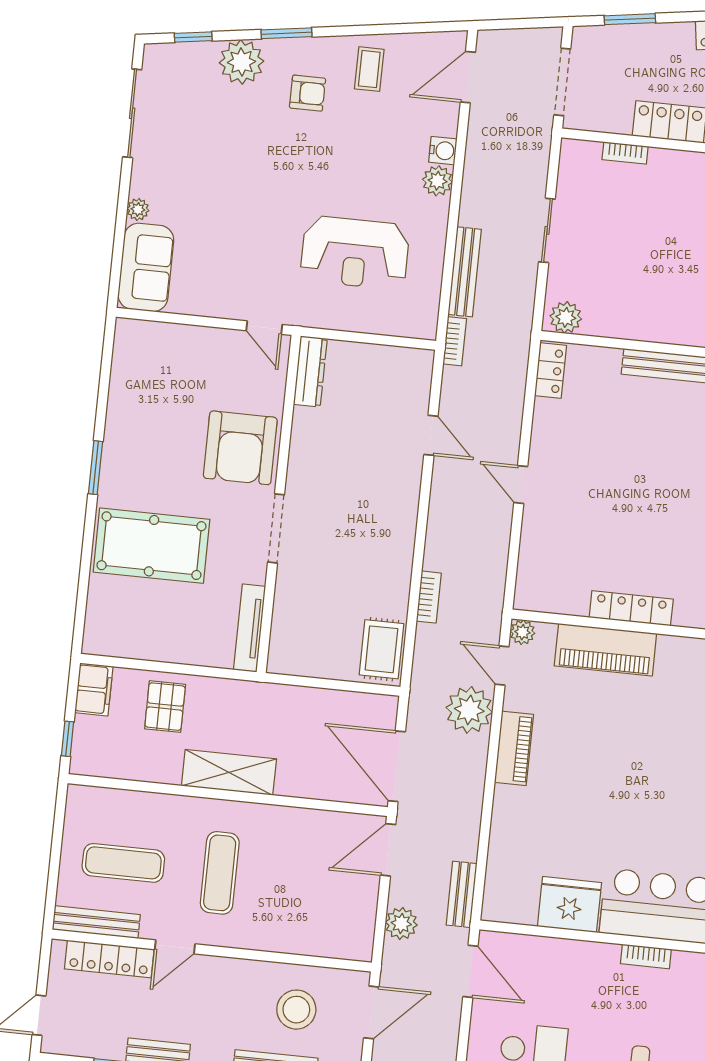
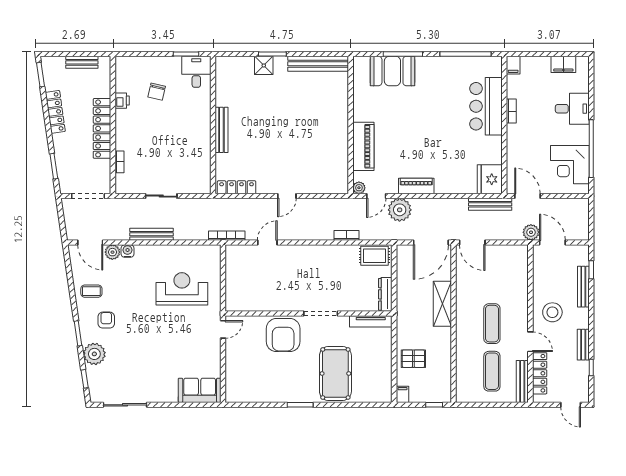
plant: (437, 181) -> (112, 252), moved
plant: (138, 209) -> (172, 397), removed
reception desk: (355, 253) -> (182, 289), turned -90
bench: (465, 272) -> (151, 234), moved
plant: (566, 317) -> (203, 183), removed
bookcase: (455, 341) -> (227, 236), width x1.56
dresser: (310, 371) -> (385, 294), moved, turned -90
locker: (550, 371) -> (237, 187), width x1.53
armchair: (240, 448) -> (283, 335), turned 90
locker: (631, 608) -> (342, 136), removed
filing cabinet: (94, 689) -> (402, 394), width x0.50
shelving: (229, 772) -> (442, 304), moved
exercise mat: (220, 873) -> (492, 324), turned 90
bench: (462, 894) -> (490, 204), width x1.36
fridge: (570, 904) -> (490, 179), moved
plant: (401, 923) -> (531, 232), moved
door: (470, 971) -> (527, 196), hinge flipped
stool: (296, 1010) -> (552, 312), moved

